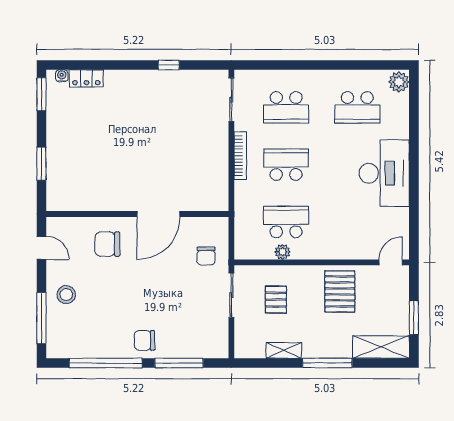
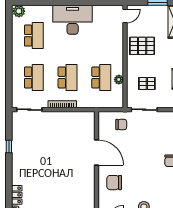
school desk: (286, 165) -> (68, 77), turned 180
school desk: (286, 222) -> (101, 77), turned 180
chair: (107, 244) -> (114, 183), turned 90
door: (391, 262) -> (125, 16), swing flipped

